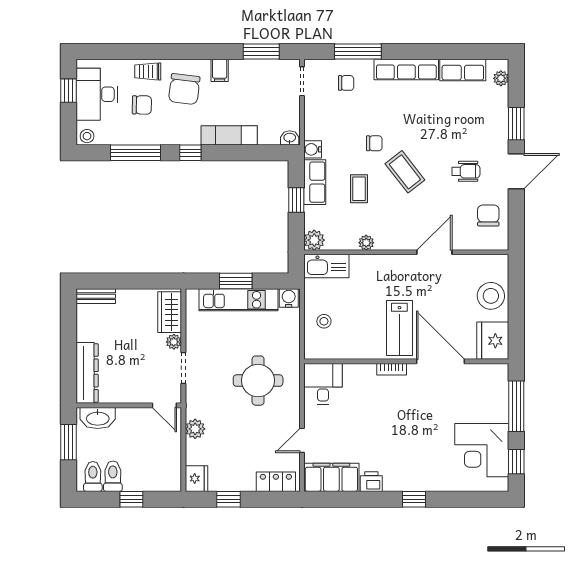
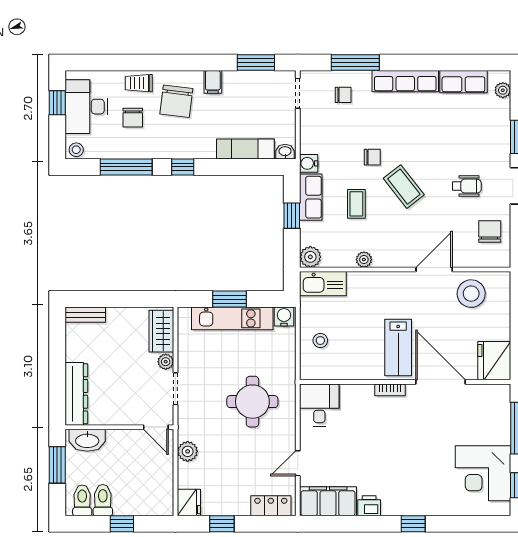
chair: (142, 105) -> (133, 118), turned 89
exam couch: (229, 135) -> (245, 149), moved
stool: (491, 296) -> (471, 294), moved

